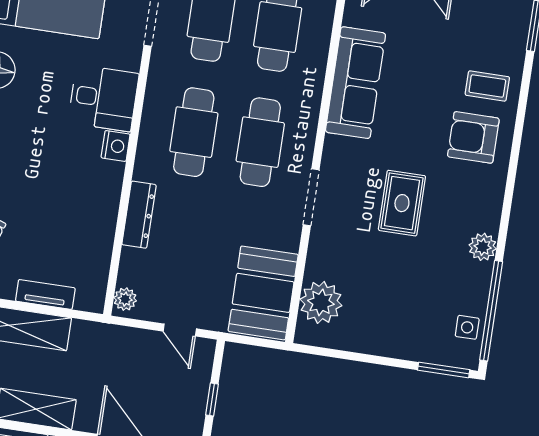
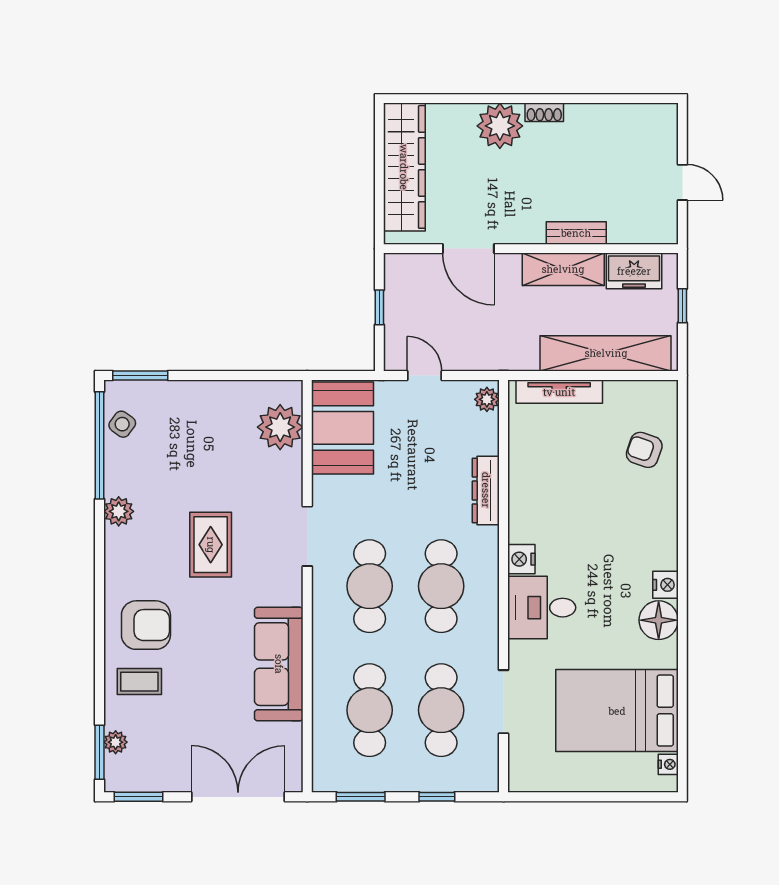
plant: (518, 33) -> (116, 742), added
tv unit: (45, 294) -> (559, 392), width x1.41
side table: (467, 327) -> (122, 424), turned 36

